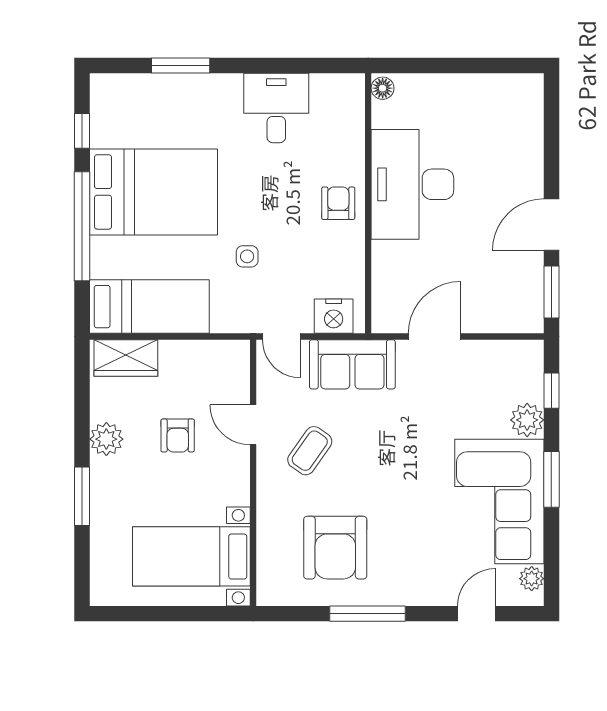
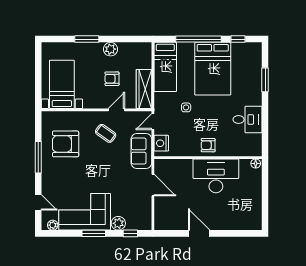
armchair: (338, 203) -> (208, 145), turned 180
window: (551, 292) -> (171, 233), removed
wardrobe: (126, 358) -> (144, 89), moved, width x1.50

